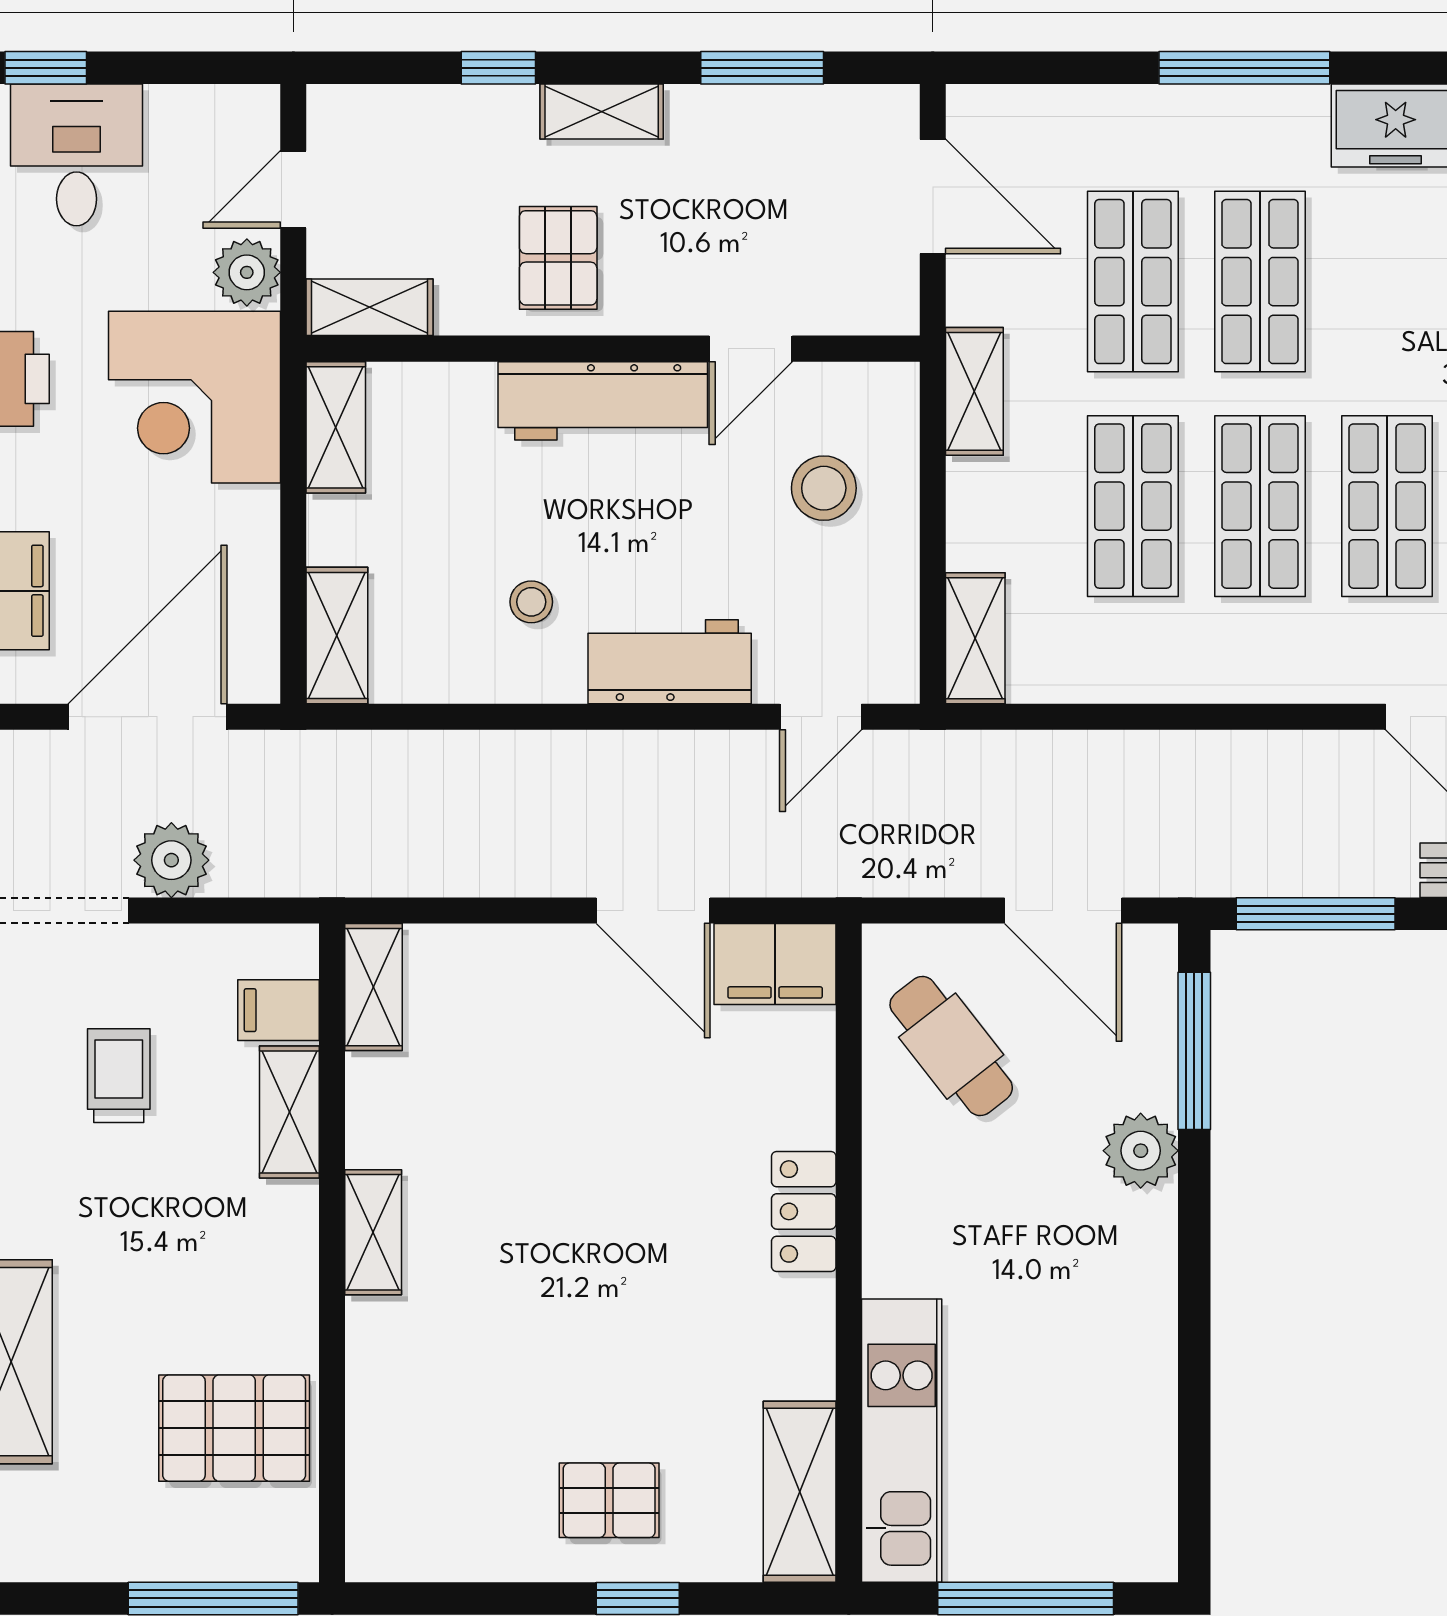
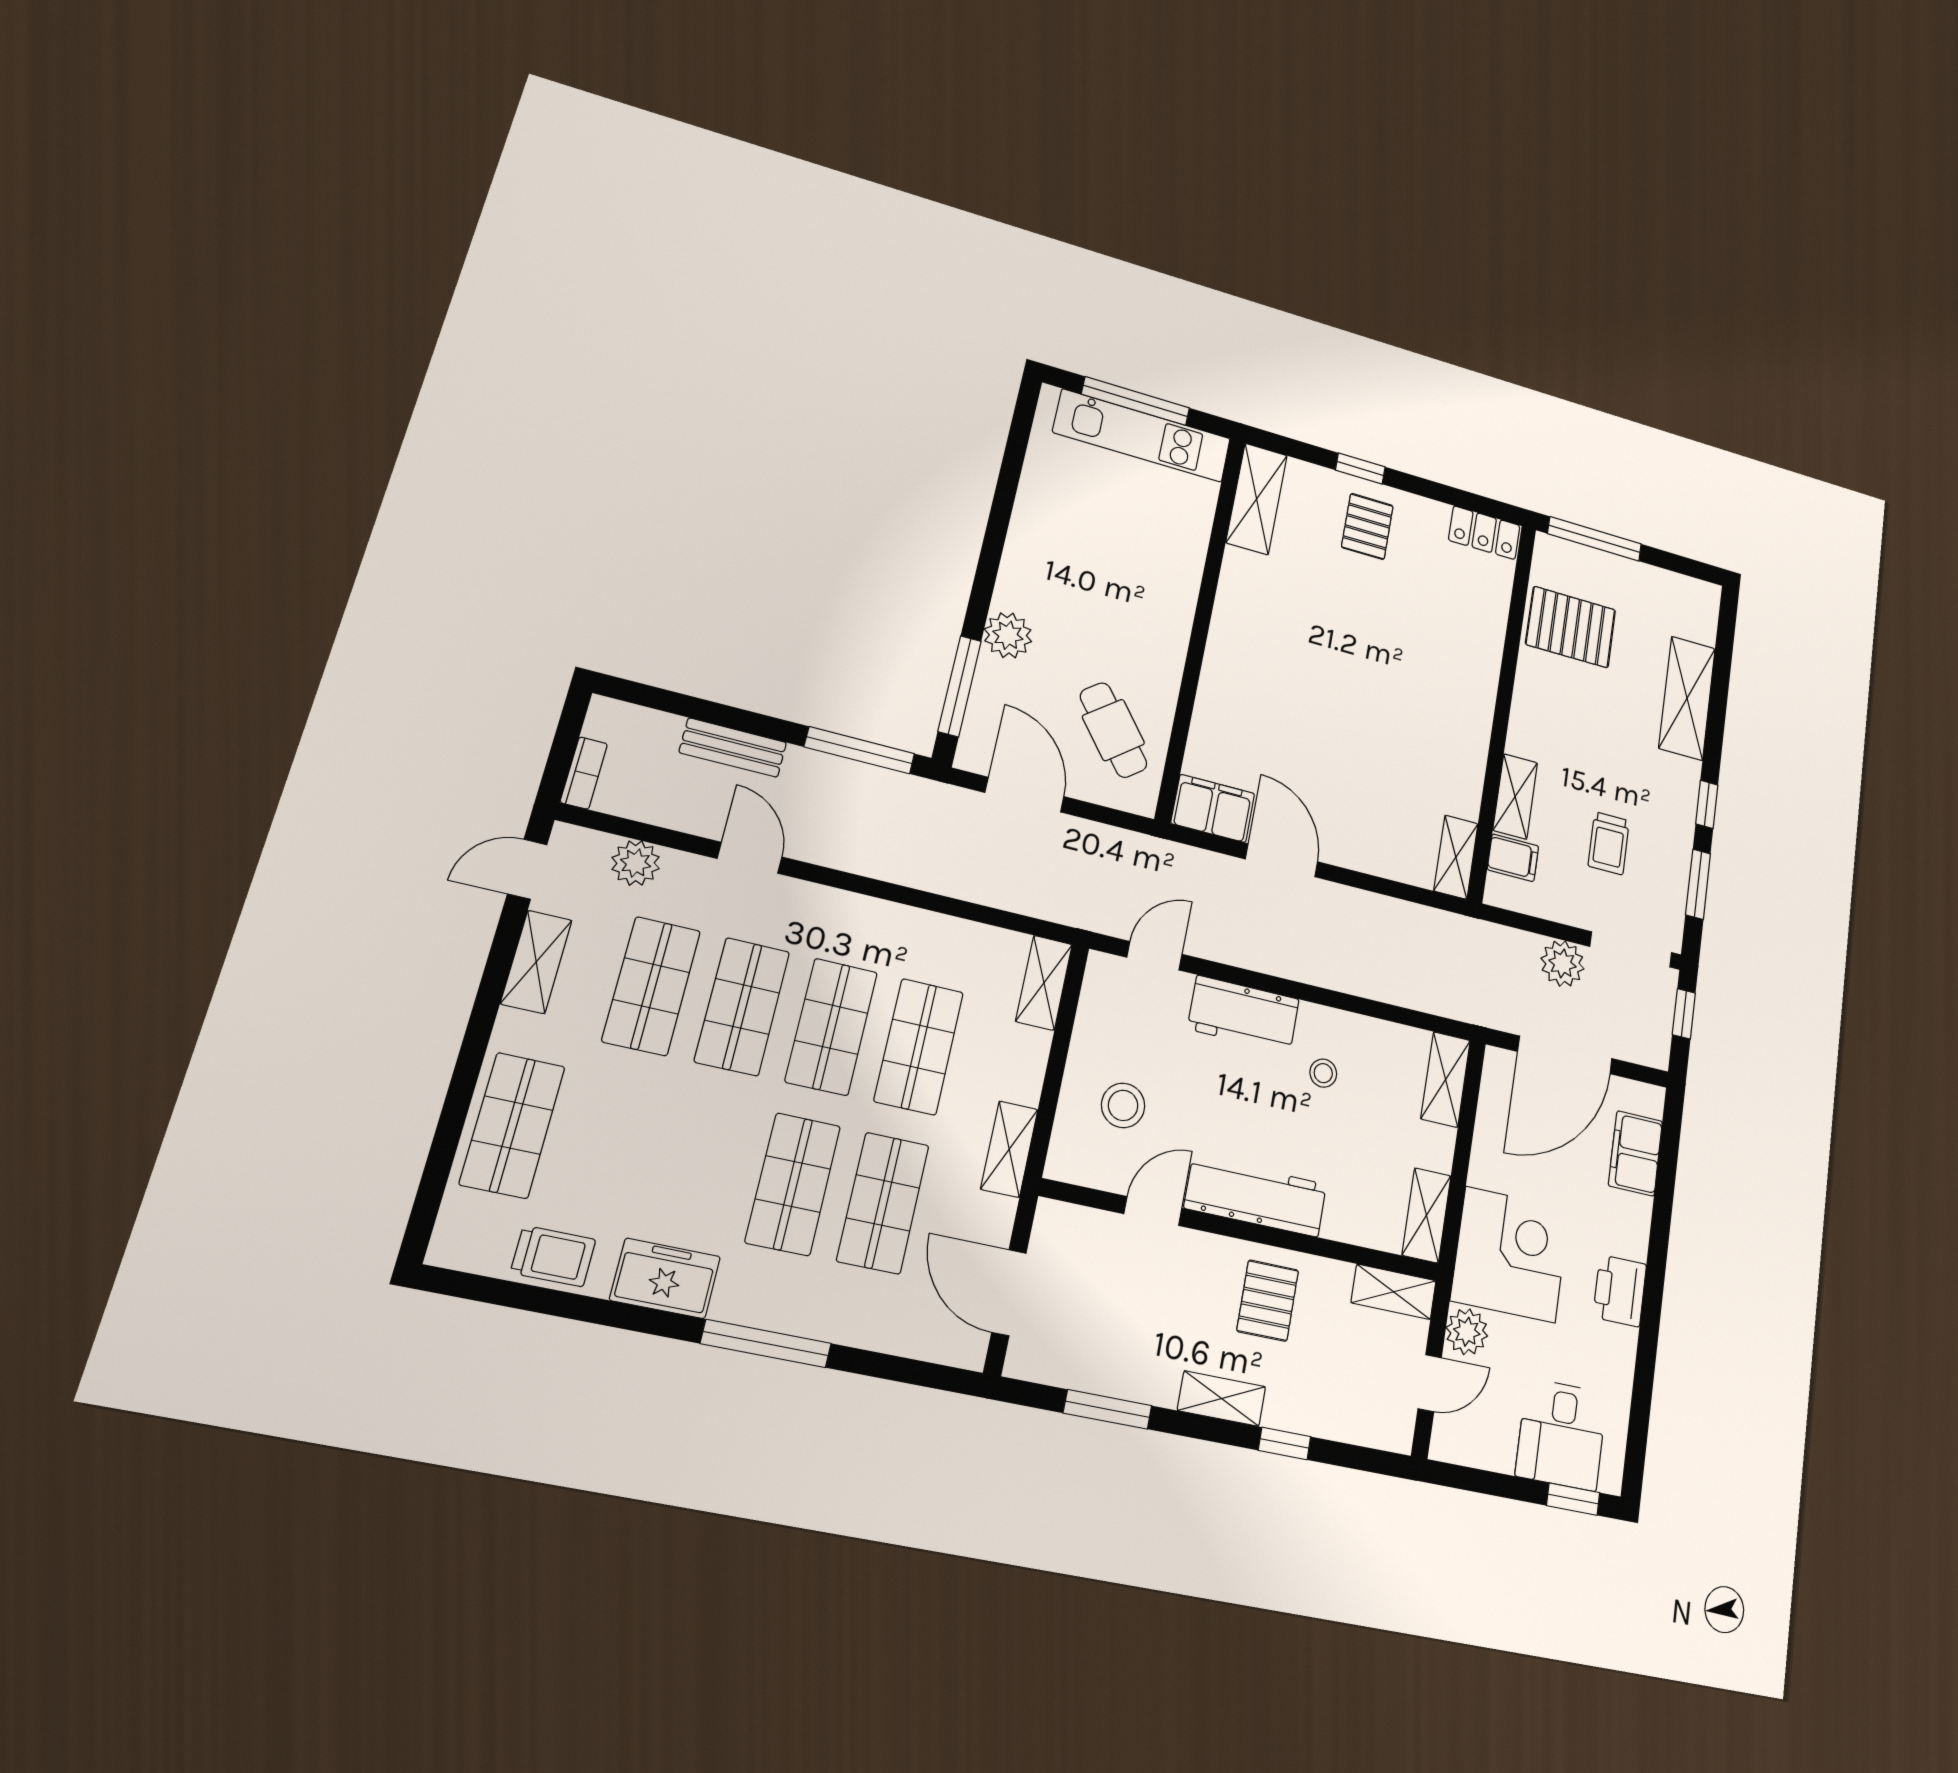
locker: (804, 1211) -> (1484, 533), moved, turned 90
shelving: (373, 1232) -> (1477, 714), removed
kitchen unit: (902, 1441) -> (1142, 436), moved, turned -90
pallet: (609, 1500) -> (1367, 526), turned 90

